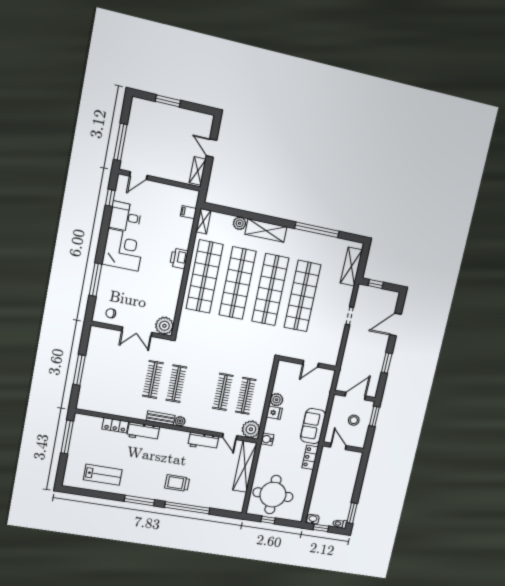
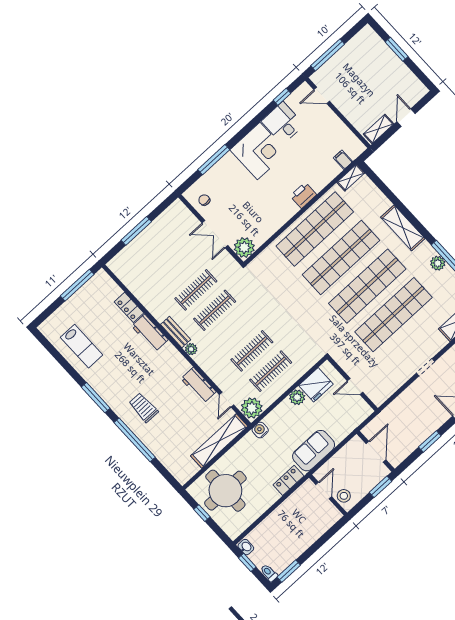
plant: (240, 223) -> (438, 263), moved
door: (355, 396) -> (376, 452), hinge flipped
fridge: (274, 413) -> (316, 385), moved, width x1.88, depth x1.34
stool: (354, 420) -> (344, 496), moved

